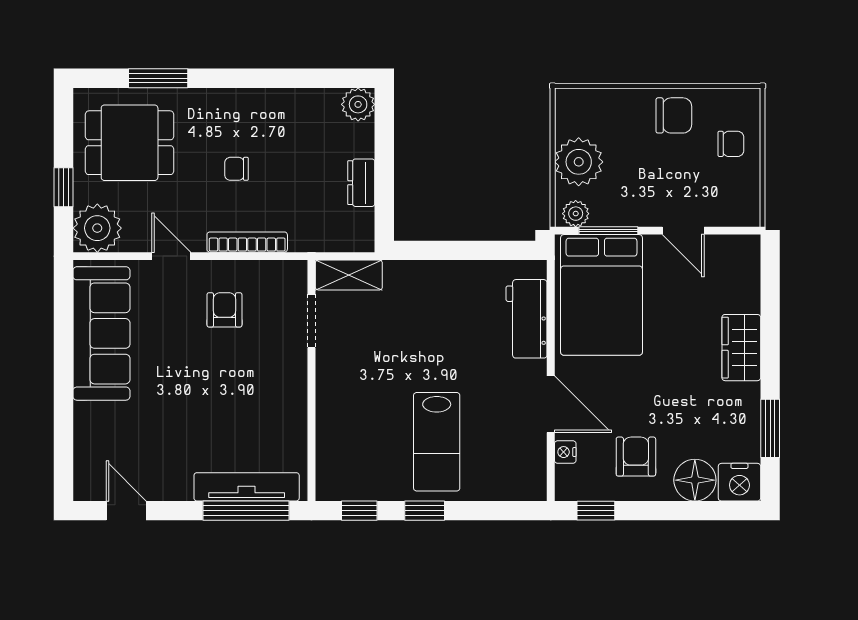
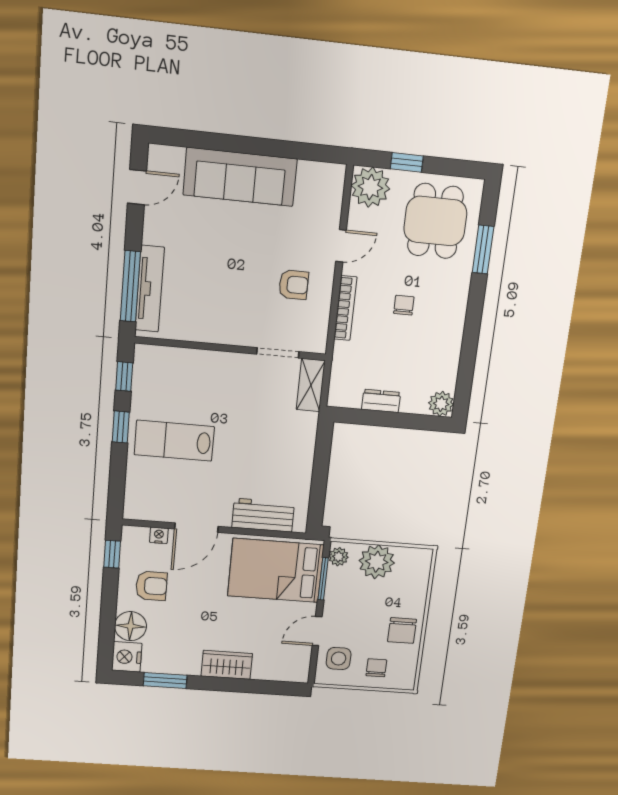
chair: (731, 144) -> (376, 668), turned 180
side table: (721, 197) -> (339, 658), added
sofa: (101, 333) -> (240, 177), moved

